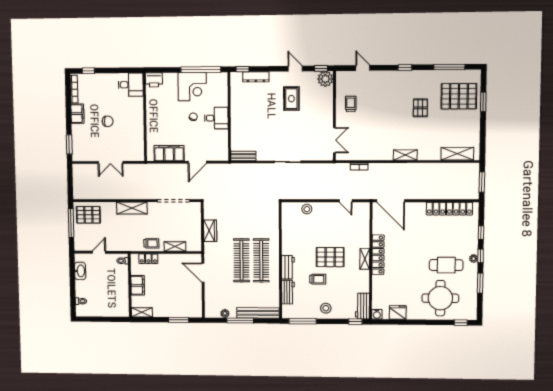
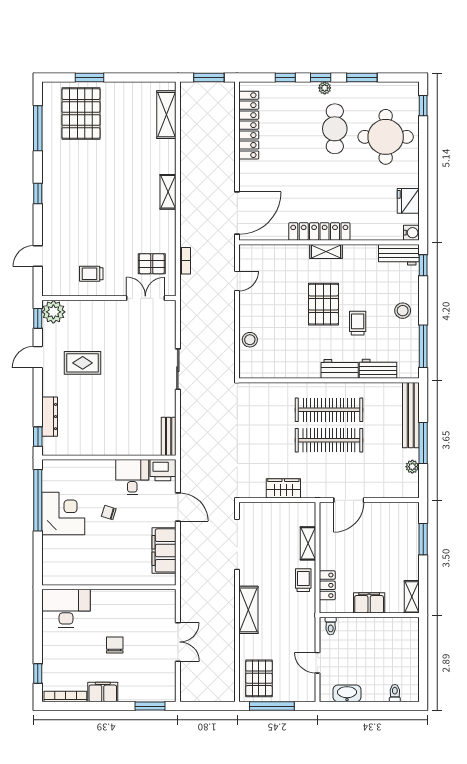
printer: (154, 80) -> (163, 470), moved, turned 90
desk: (131, 85) -> (66, 608), width x1.37
pallet: (420, 108) -> (152, 264), moved
desk: (216, 118) -> (132, 477), moved

